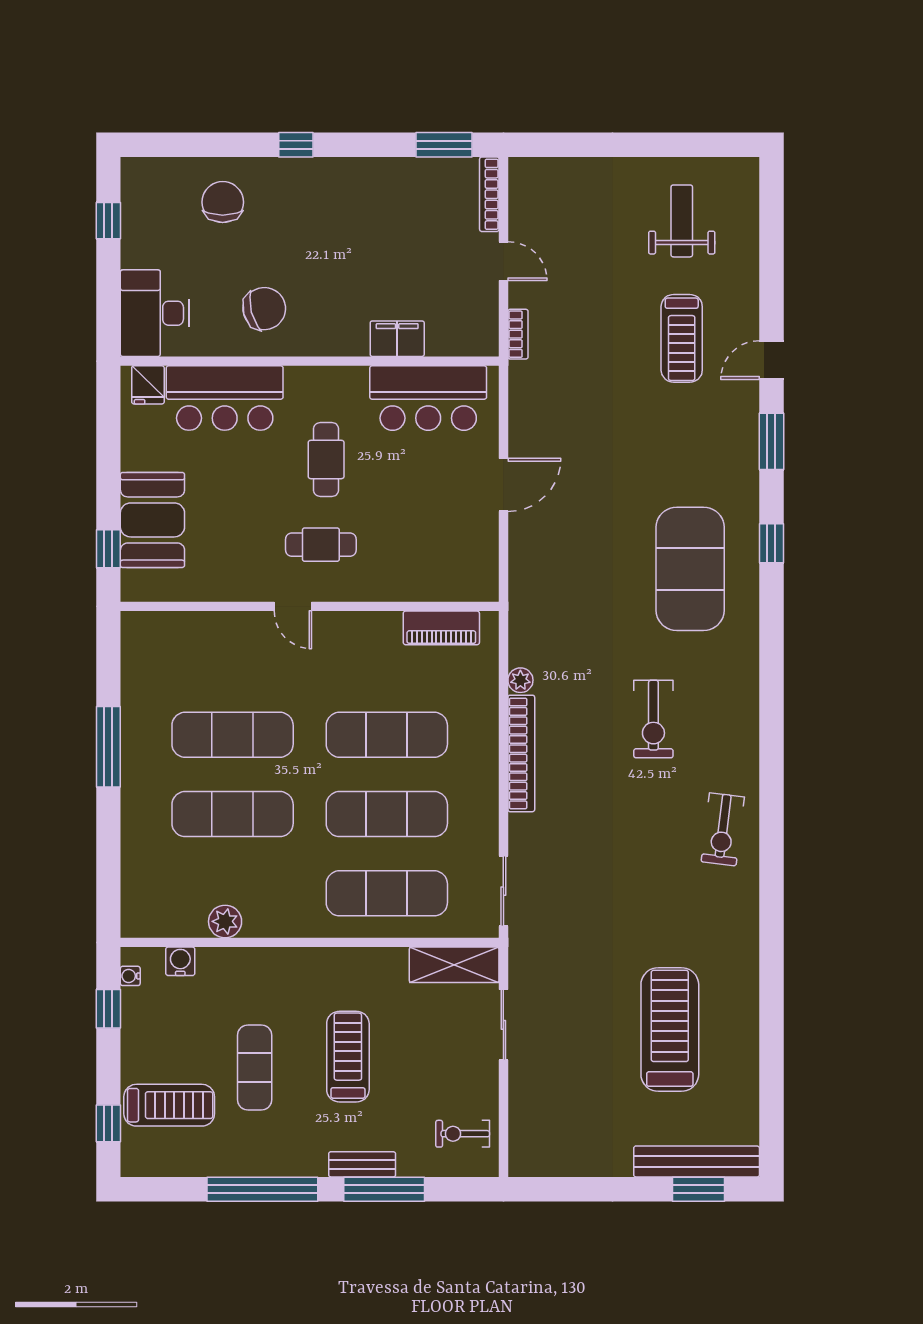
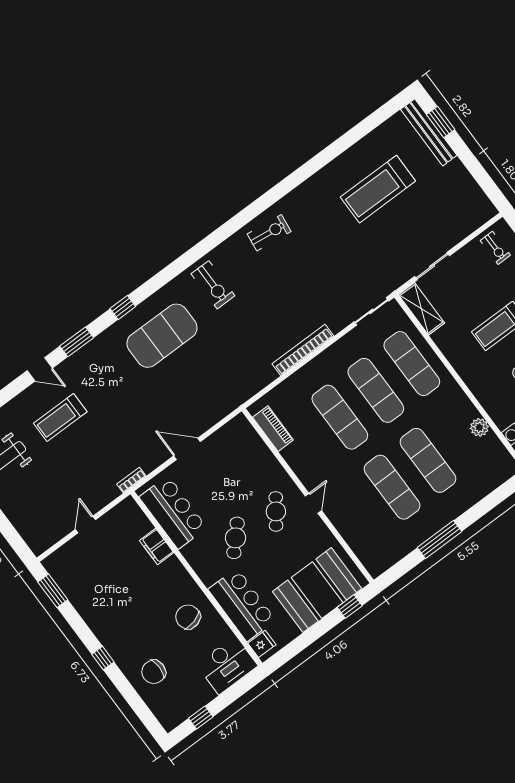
bookcase: (489, 194) -> (60, 554), removed
bookcase: (518, 334) -> (131, 480), moved
treadmill: (682, 338) -> (60, 417), turned 180
cafe table: (326, 459) -> (235, 538), turned -47
booth: (152, 520) -> (317, 590), width x1.36, depth x1.42
cafe table: (321, 545) -> (276, 511), turned 36
plant: (520, 680) -> (270, 375), removed
exercise bike: (653, 719) -> (213, 285), moved, turned 90

